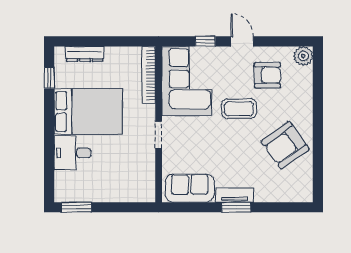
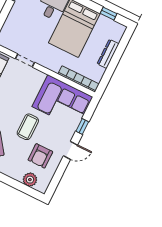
dresser: (85, 54) -> (108, 54), moved
plant: (303, 56) -> (30, 180), moved
doorway: (159, 135) -> (25, 61), moved

